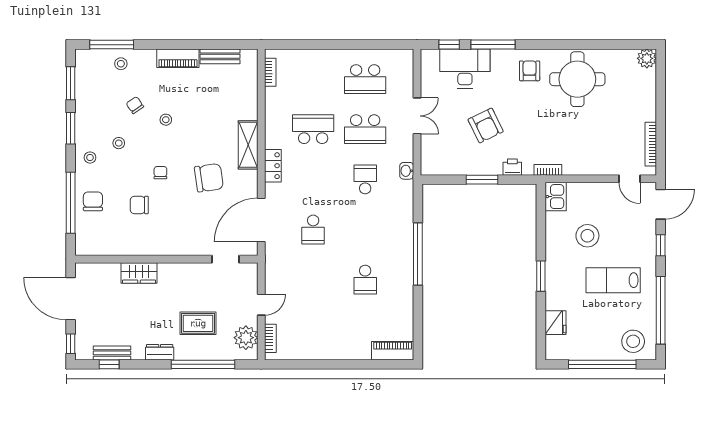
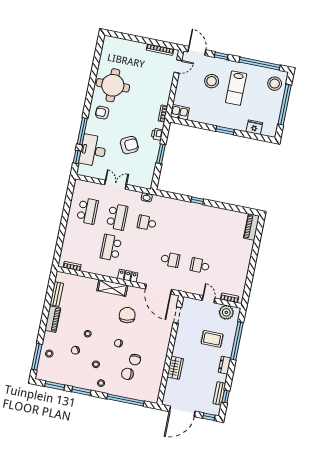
plant: (647, 58) -> (109, 42), removed
chair: (93, 201) -> (127, 374), moved
stool: (587, 236) -> (212, 81), moved
window: (418, 254) -> (197, 201), width x0.32
school desk: (365, 280) -> (200, 266), moved, turned 180
rug: (198, 323) -> (212, 339), turned 90

